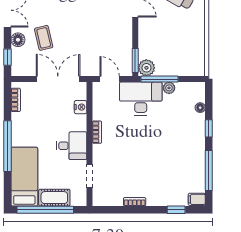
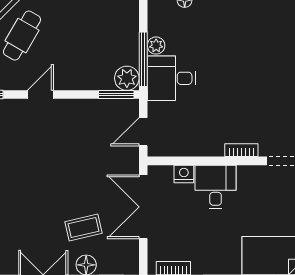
desk: (141, 99) -> (171, 78), width x0.73
bookcase: (97, 132) -> (241, 150), moved
desk: (72, 146) -> (216, 187), moved

